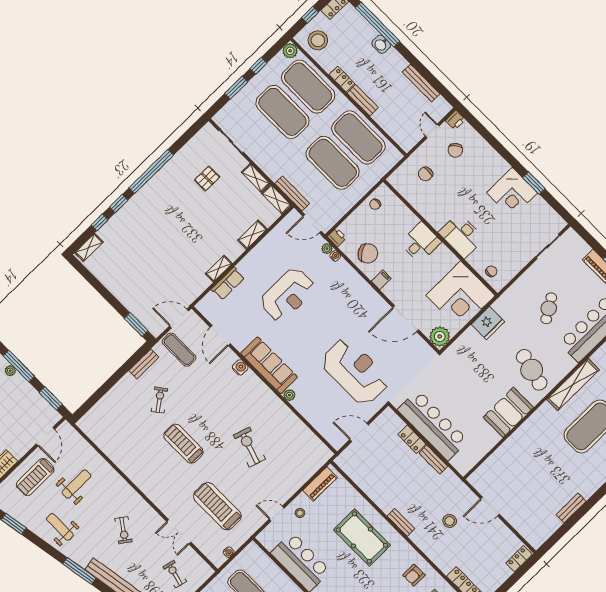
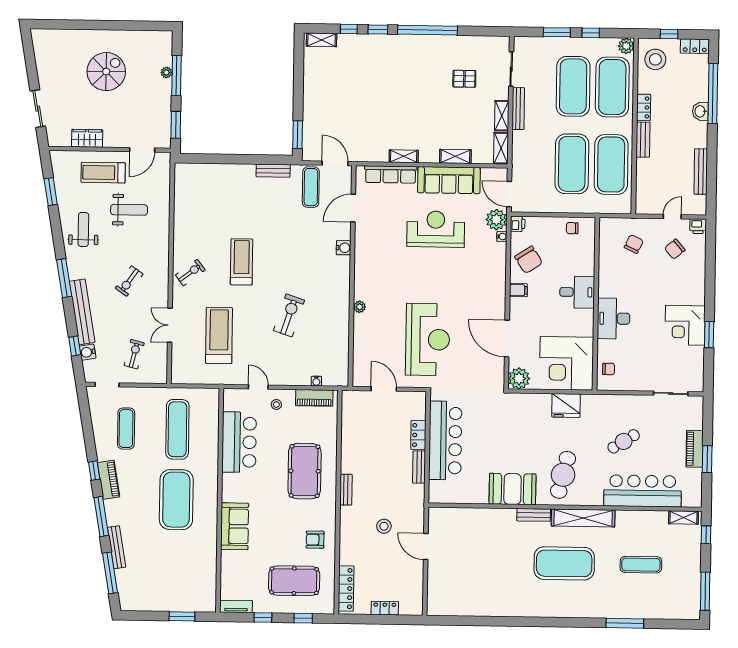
chair: (425, 174) -> (634, 244), turned 115
bench: (292, 193) -> (518, 109), moved
plant: (327, 249) -> (496, 220), width x1.88, depth x1.88
row of seats: (228, 284) -> (391, 174), width x1.48
reception desk: (287, 295) -> (436, 229), turned 180
sofa: (269, 365) -> (449, 180), moved, turned 90
exercise bike: (159, 400) -> (190, 272), moved
bench: (571, 508) -> (534, 515), moved
water cooler: (229, 552) -> (316, 381), moved
locker: (519, 559) -> (385, 608), moved

